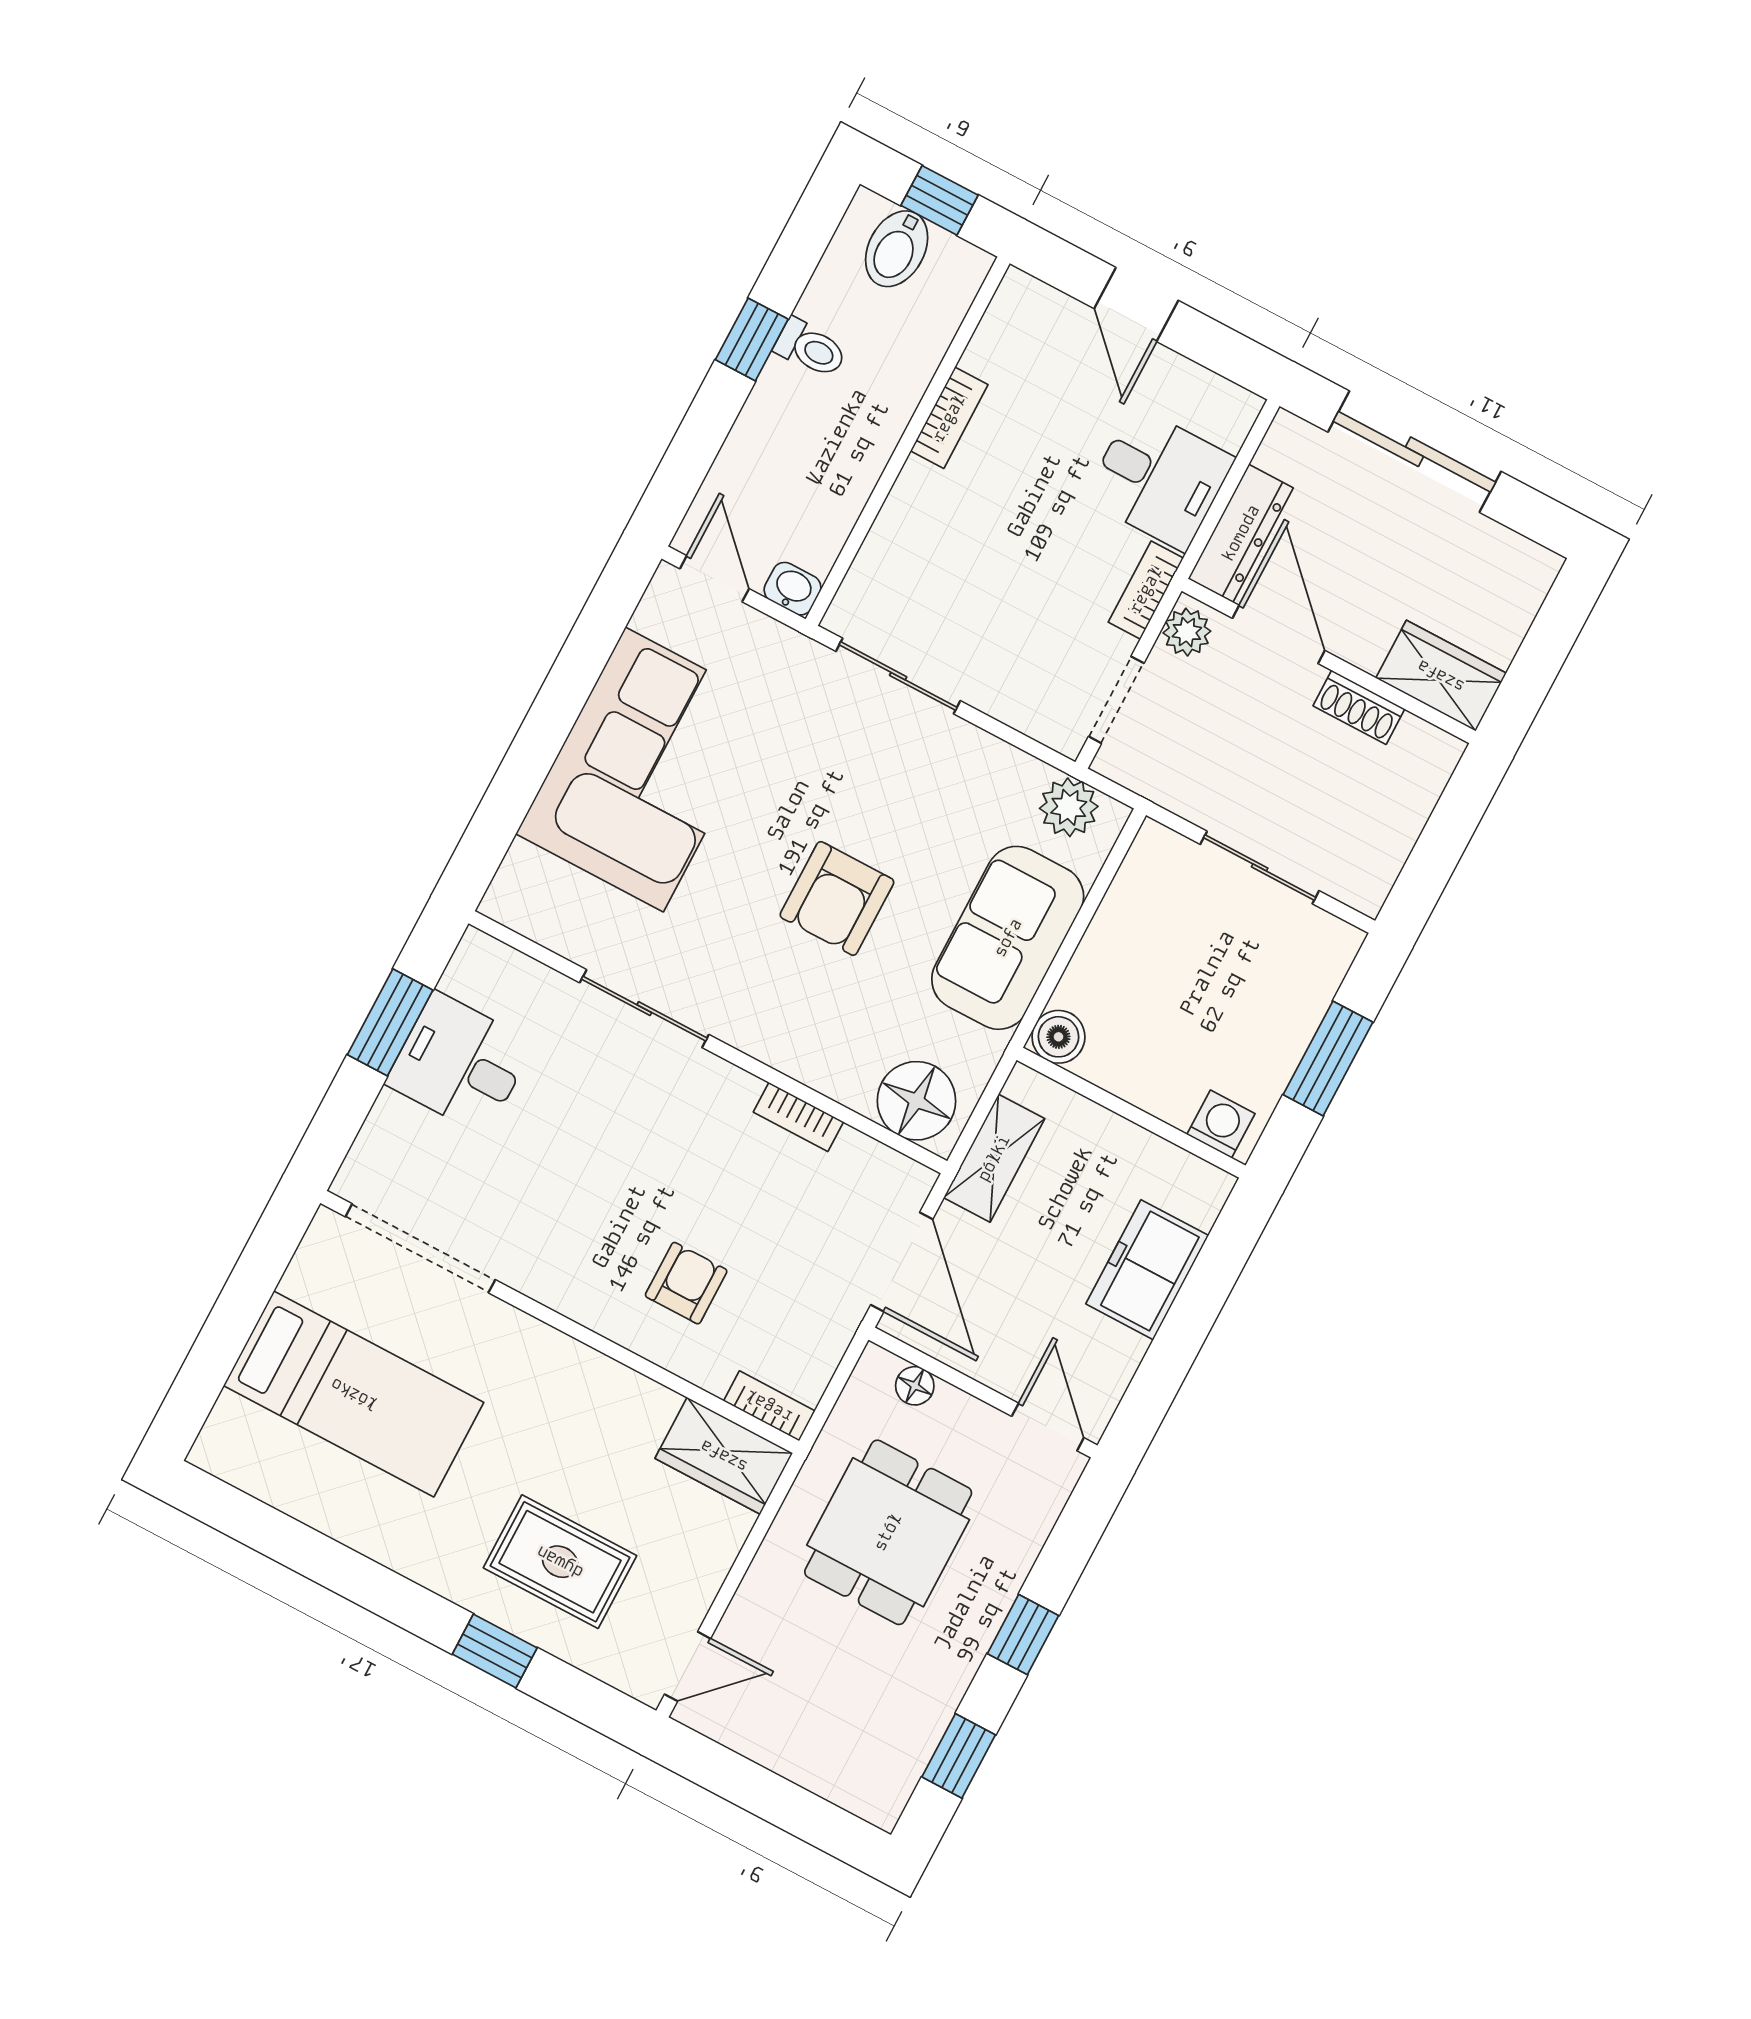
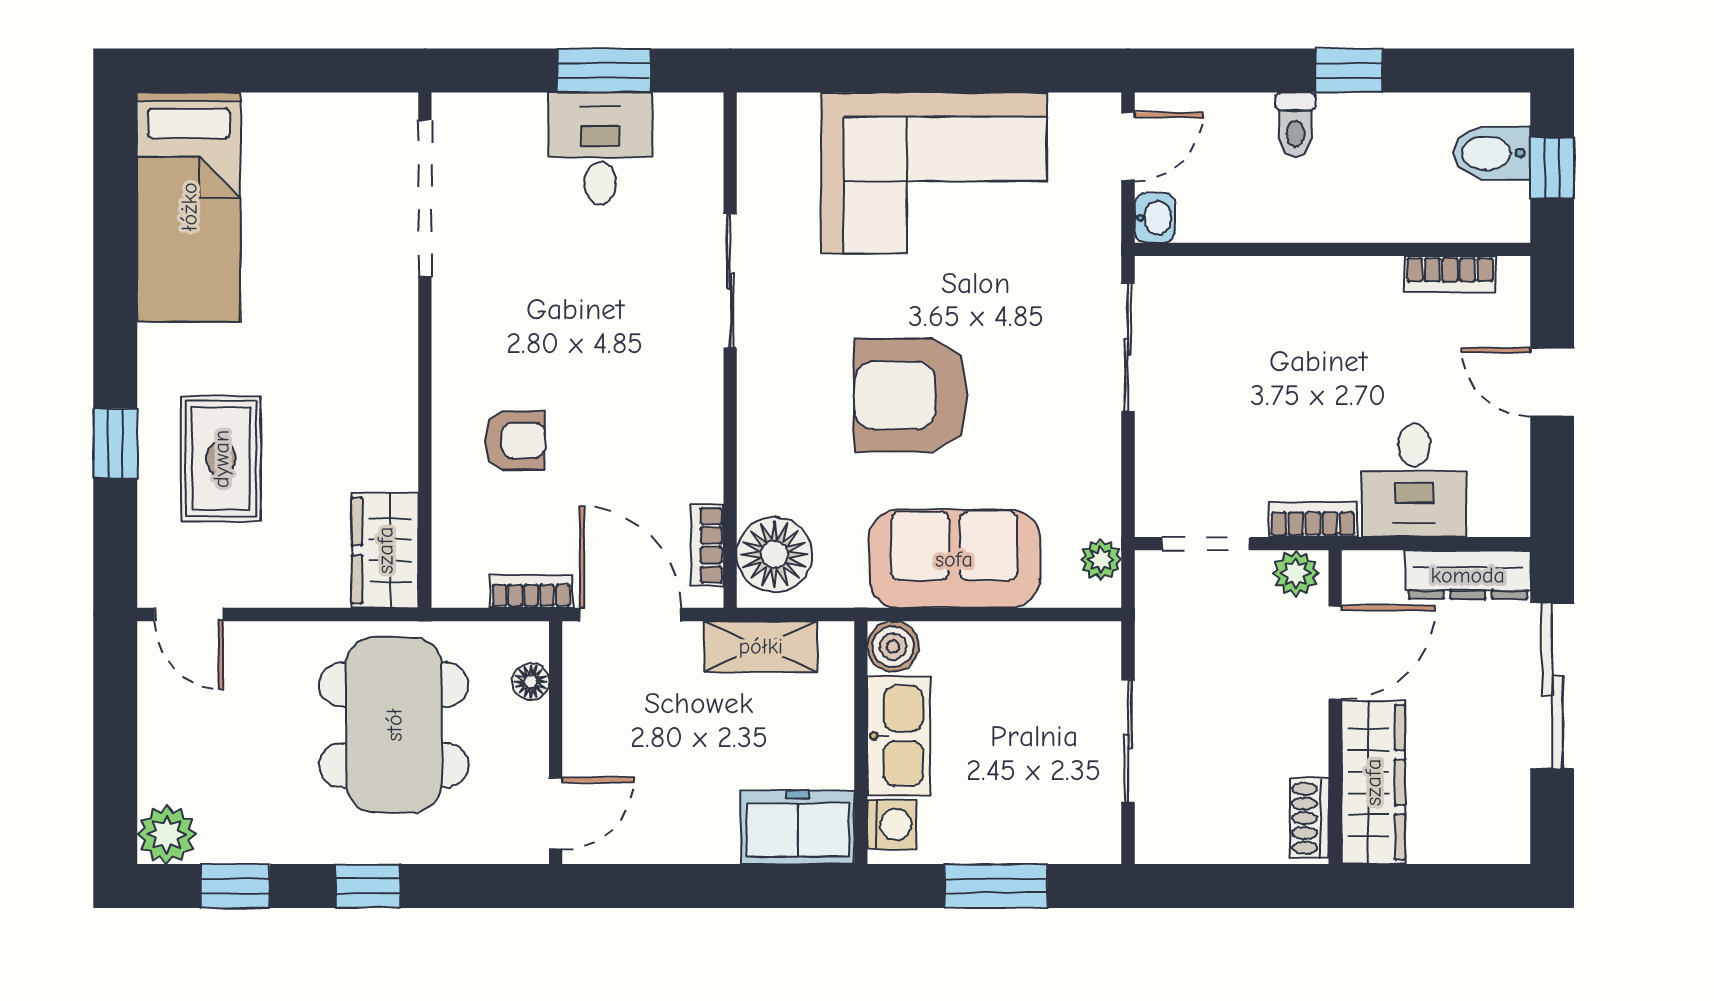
door: (1136, 304) -> (1552, 382), hinge flipped
toilet: (811, 348) -> (1295, 125), moved
bookcase: (949, 418) -> (1450, 274), moved
dresser: (1241, 533) -> (1468, 575), moved
wardrobe: (1441, 676) -> (1373, 782), width x1.50
shoe rack: (1359, 707) -> (1309, 818), moved
plant: (1069, 807) -> (1101, 559), width x0.73, depth x0.73
armchair: (837, 898) -> (911, 395), width x1.36, depth x1.36
kitchen sink: (1143, 1075) -> (899, 736), added
bookcase: (798, 1117) -> (707, 545), moved
door: (902, 1262) -> (630, 615), swing flipped
freezer: (1147, 1270) -> (798, 827), moved
bed: (354, 1394) -> (189, 207), moved
bookcase: (769, 1406) -> (531, 591), moved, turned -90
dining table: (888, 1532) -> (394, 725), width x1.38
plant: (878, 1794) -> (167, 835), added

